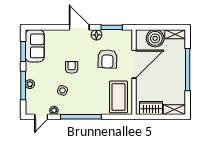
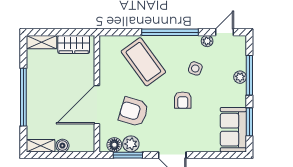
floor lamp: (96, 35) -> (114, 145), moved
plant: (109, 35) -> (131, 144), added
boiler: (155, 38) -> (62, 146), width x0.54, depth x0.54
armchair: (107, 59) -> (134, 112), turned -75
coffee table: (118, 97) -> (143, 62), moved, turned -36

